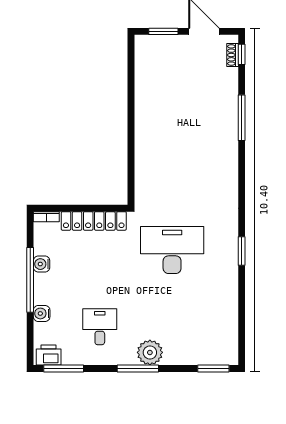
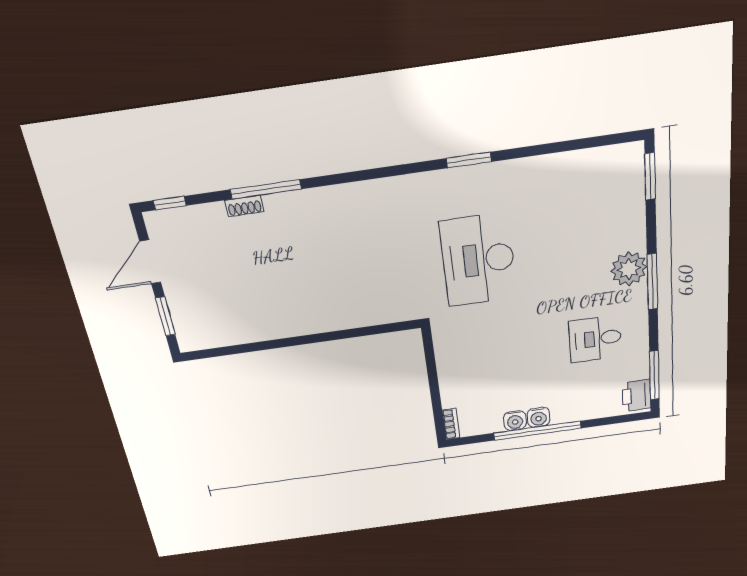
shoe rack: (233, 55) -> (244, 206), moved
locker: (94, 221) -> (449, 367), removed
water cooler: (42, 313) -> (538, 417), moved

